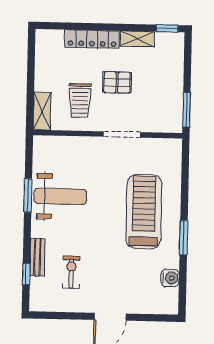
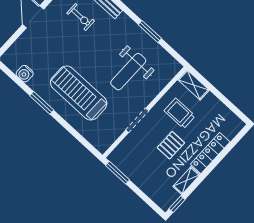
weight bench: (60, 196) -> (128, 72), moved
treadmill: (144, 212) -> (79, 93), turned 180

